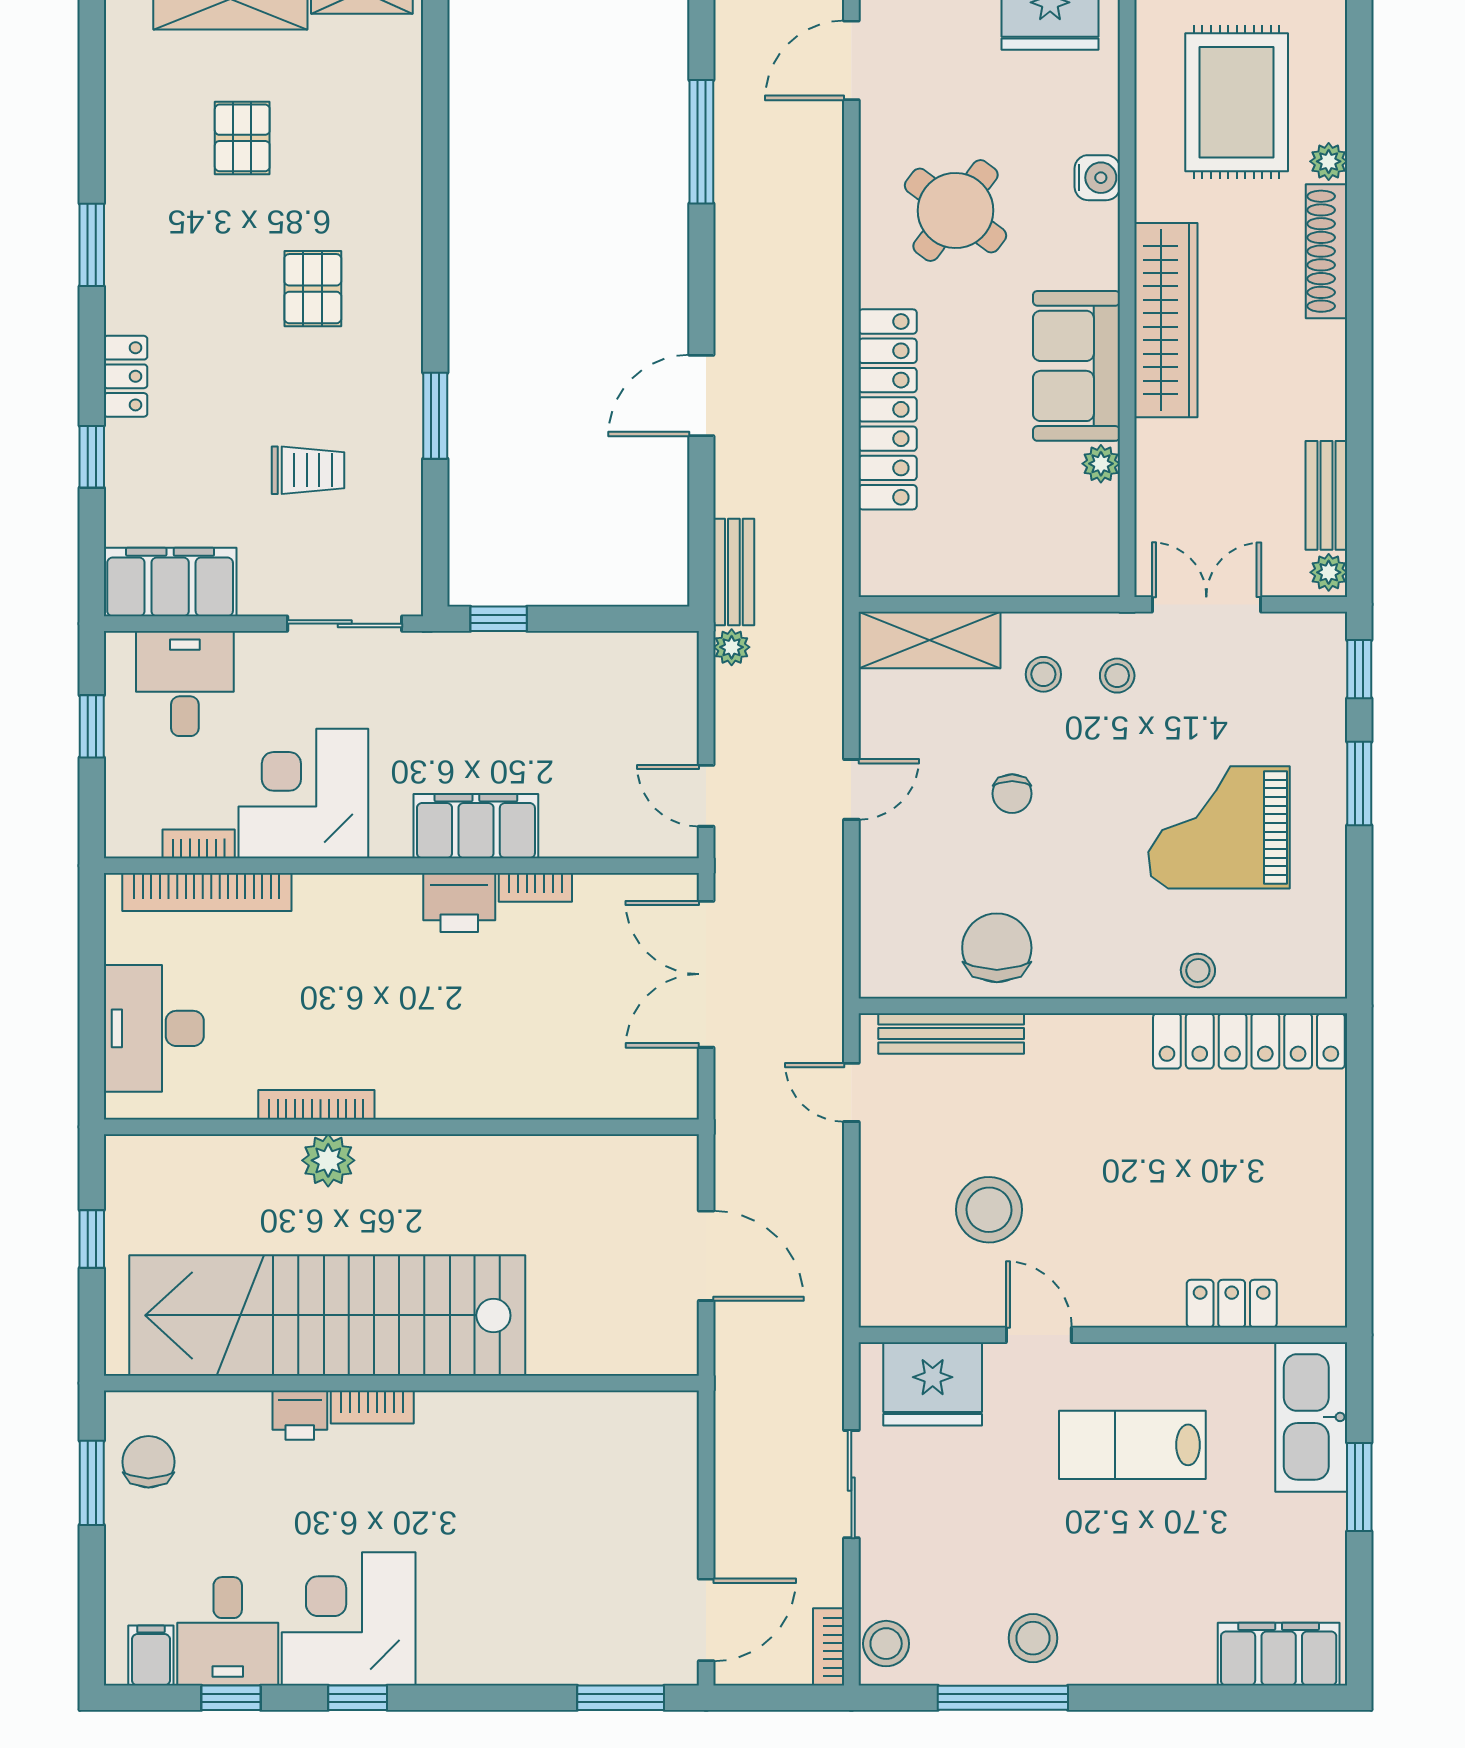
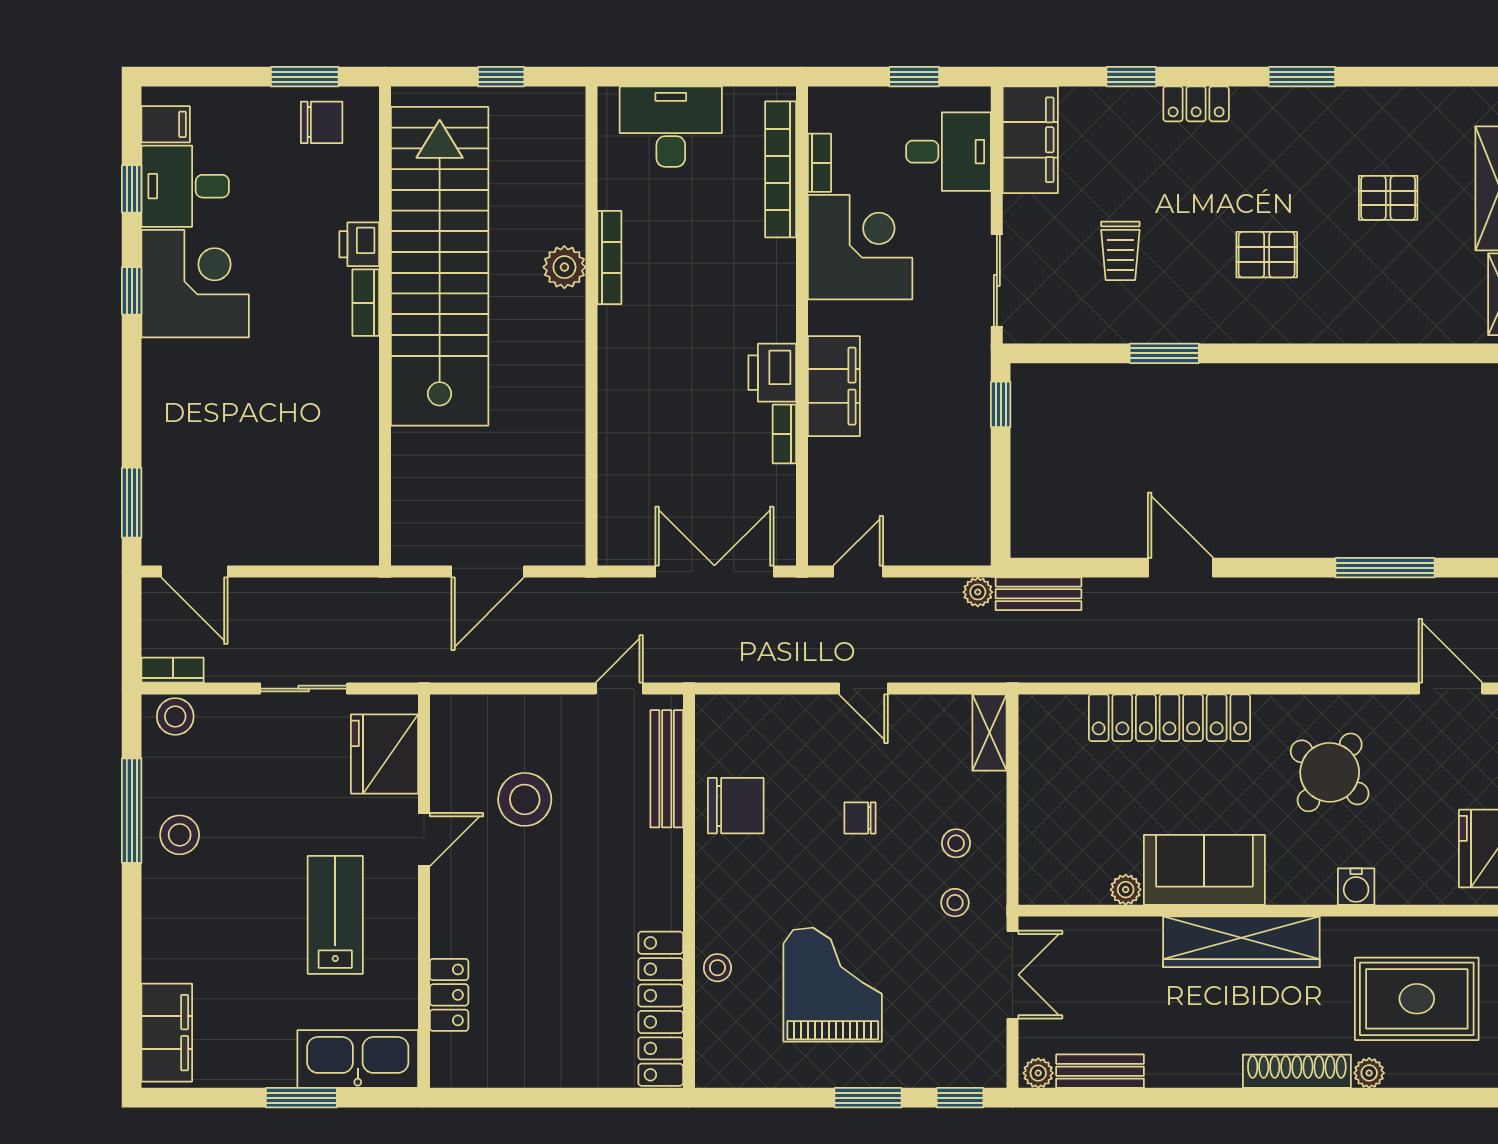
shelving: (930, 640) -> (989, 732), width x0.67, depth x0.75

